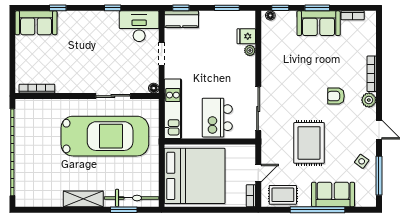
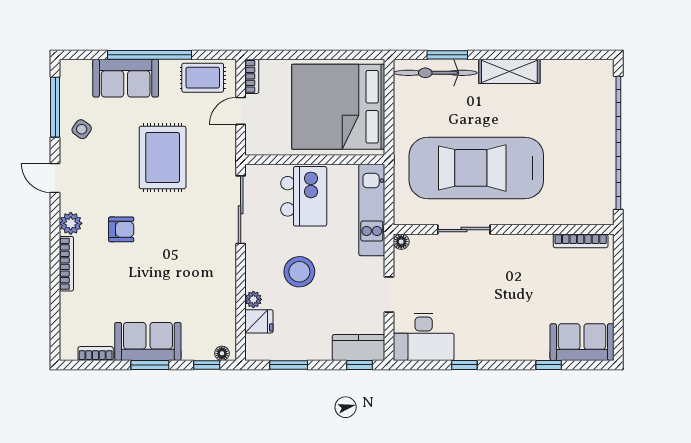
stool: (220, 69) -> (299, 272), added

